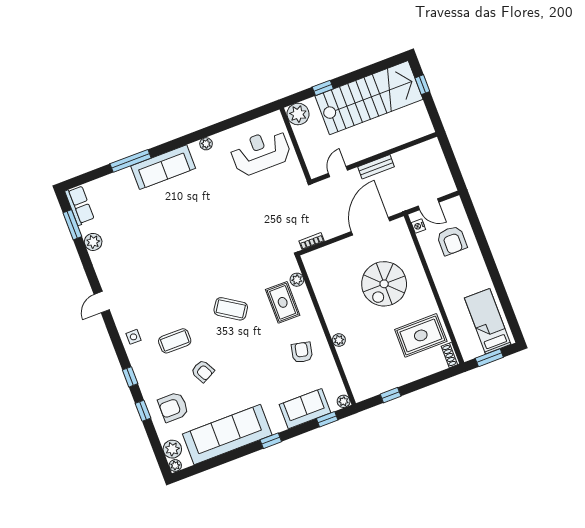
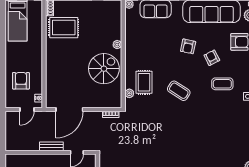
door: (428, 204) -> (27, 110), swing flipped
spiral stairs: (384, 284) -> (104, 69), moved
armchair: (302, 352) -> (188, 46), moved

